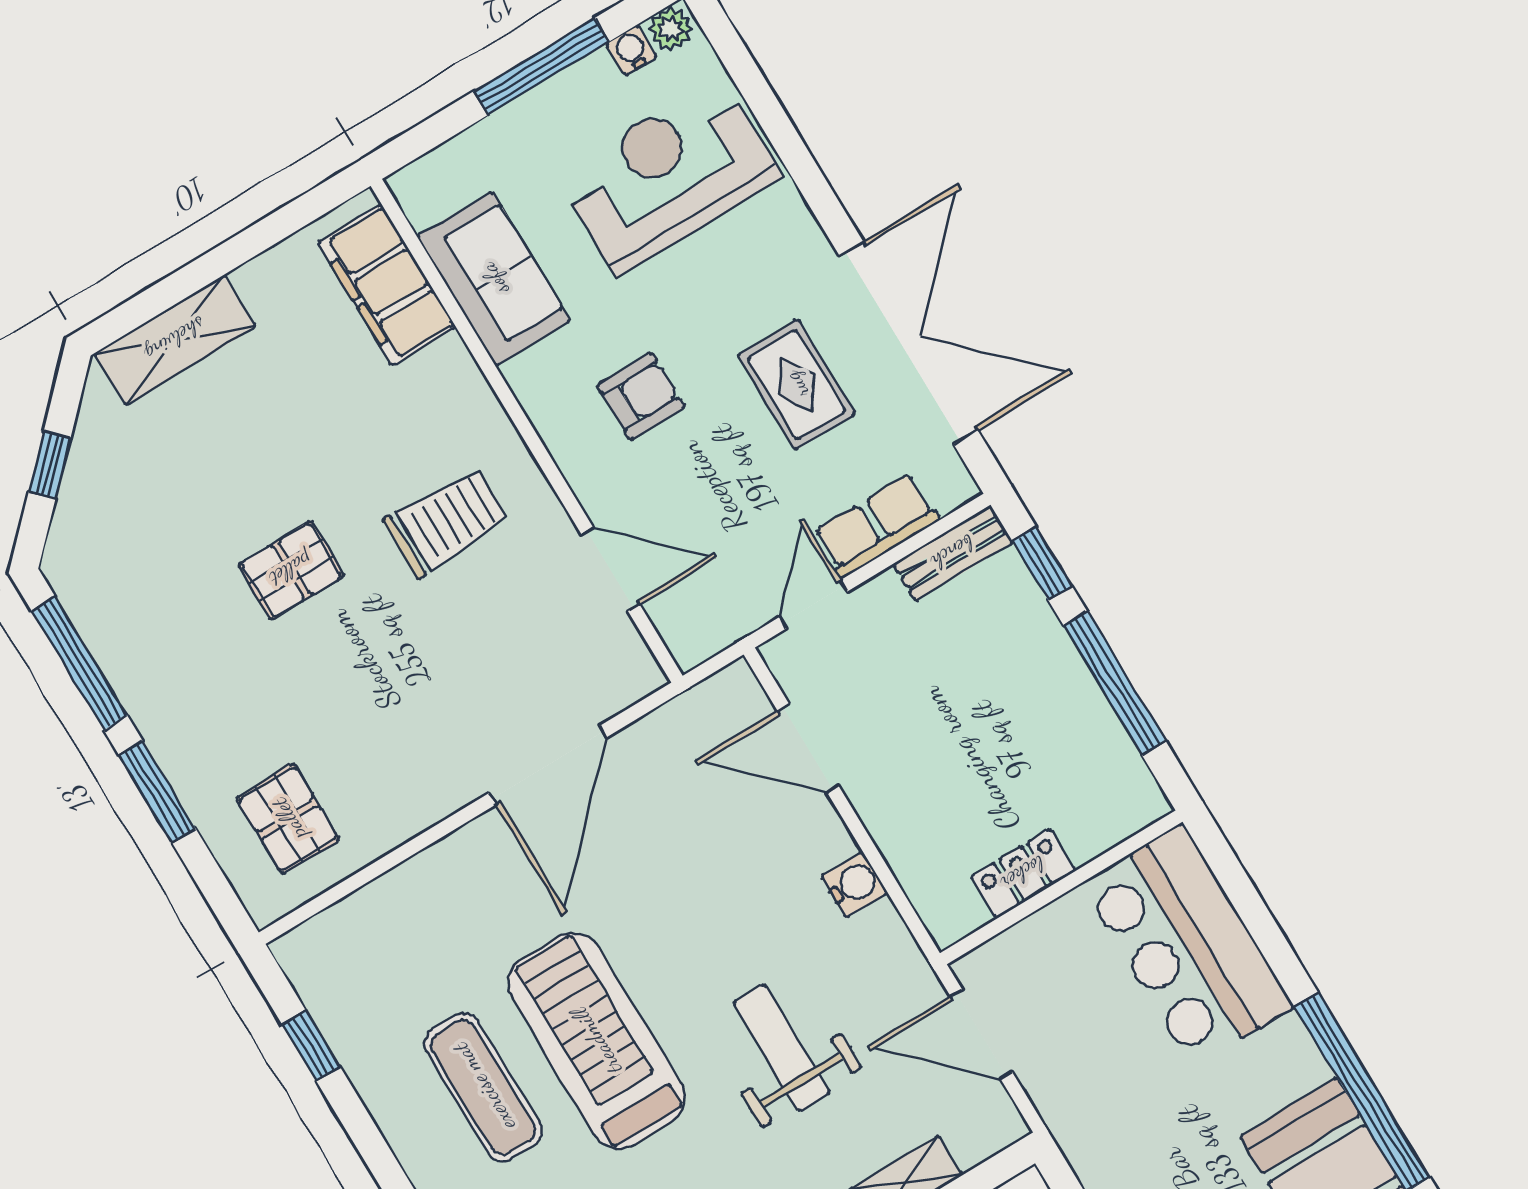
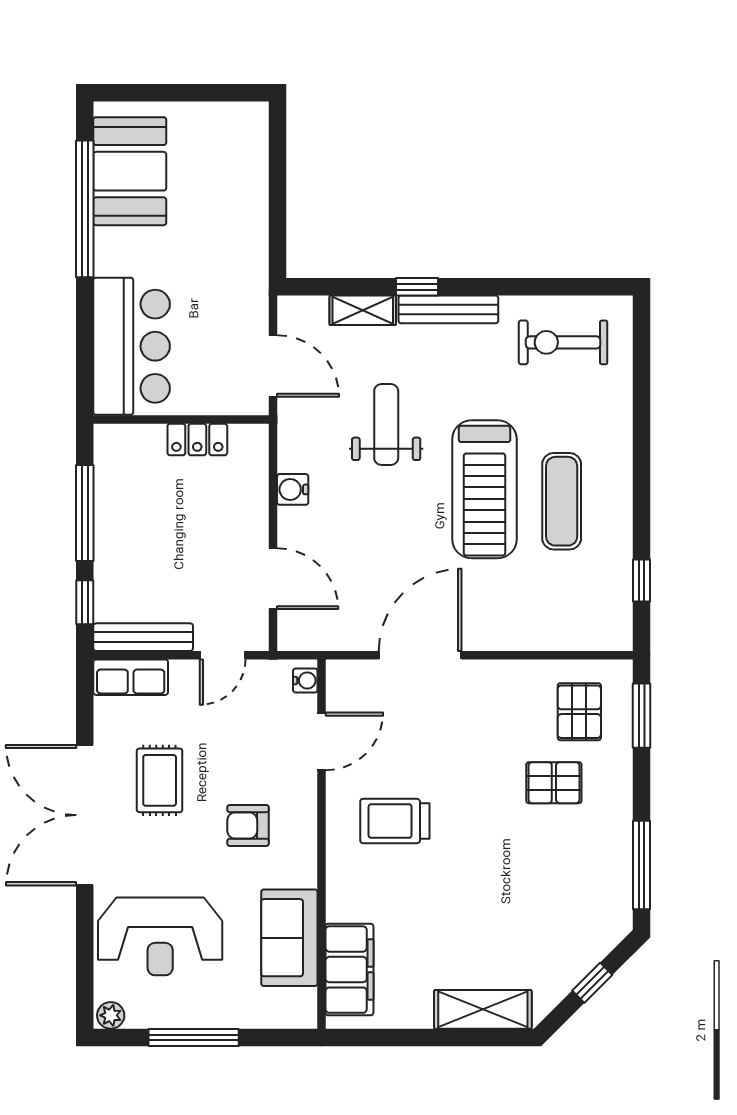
water cooler: (631, 50) -> (305, 680), moved, turned -90
double door: (908, 343) -> (85, 815), moved
row of seats: (876, 526) -> (131, 677), moved
bench: (953, 553) -> (143, 637), width x1.36
door: (610, 569) -> (321, 741), swing flipped
pallet: (291, 570) -> (554, 783), moved
window: (157, 792) -> (641, 716), moved
weight bench: (781, 1048) -> (386, 425), turned 180

